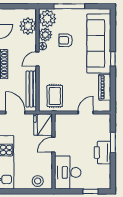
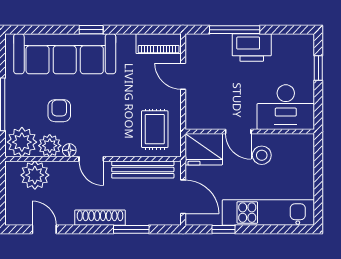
armchair: (66, 40) -> (59, 111), turned 180
piano: (105, 87) -> (159, 44), moved
rug: (55, 96) -> (155, 129), turned 90
door: (15, 113) -> (183, 197), swing flipped
window: (113, 143) -> (235, 30), width x1.44
stool: (38, 181) -> (262, 155), moved

